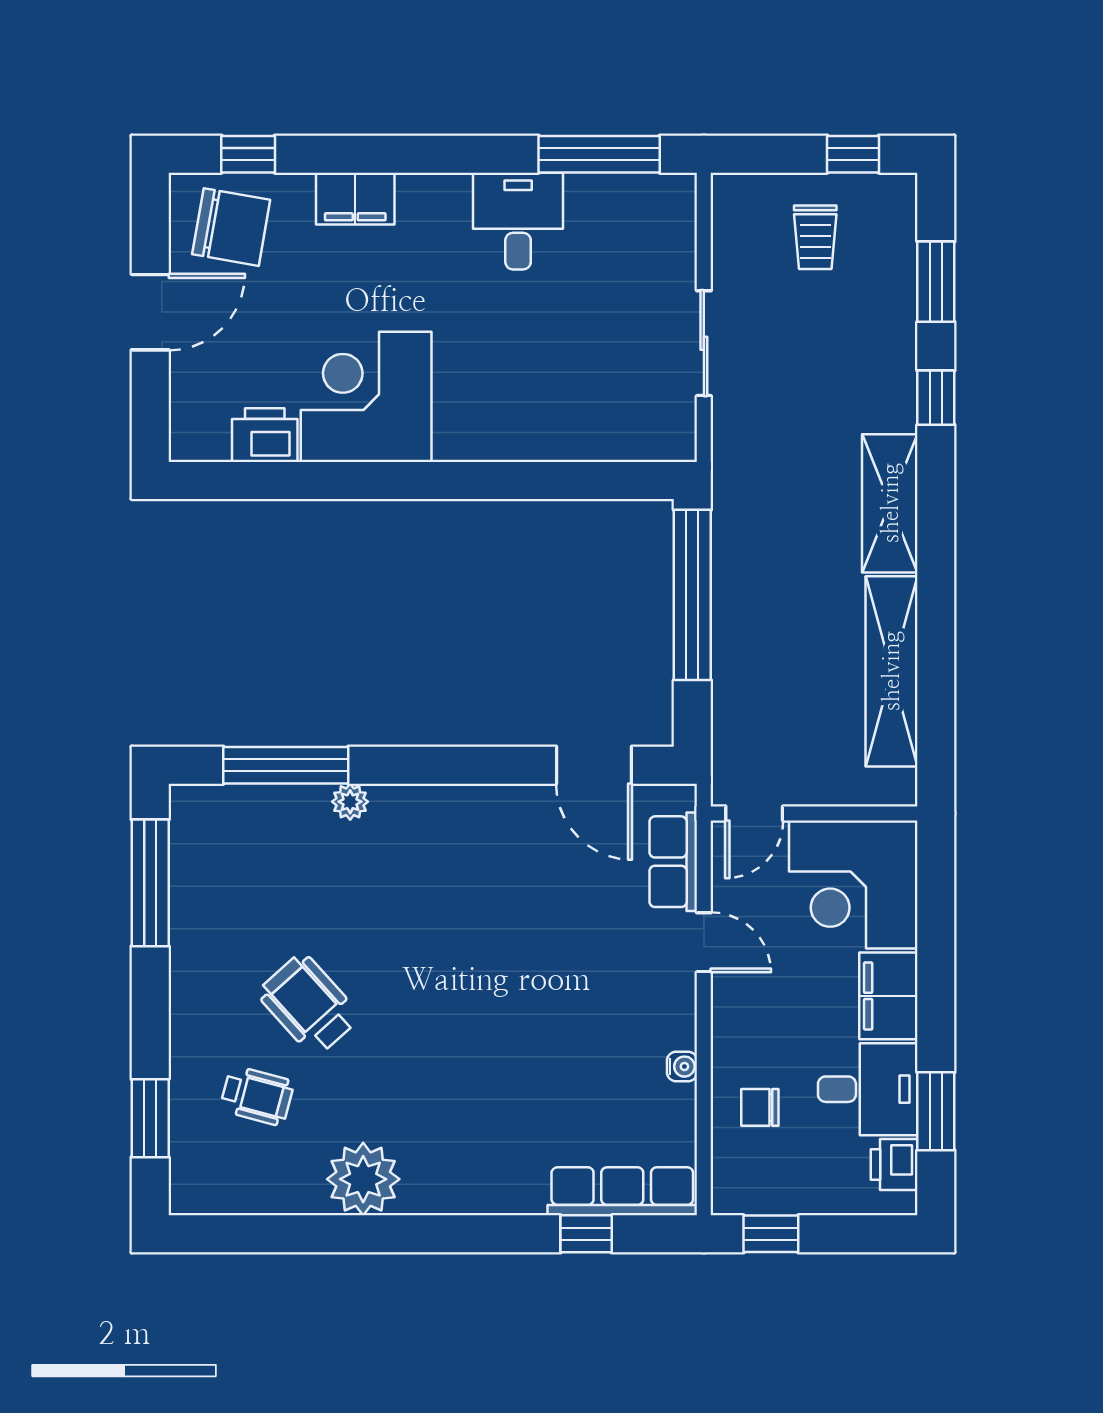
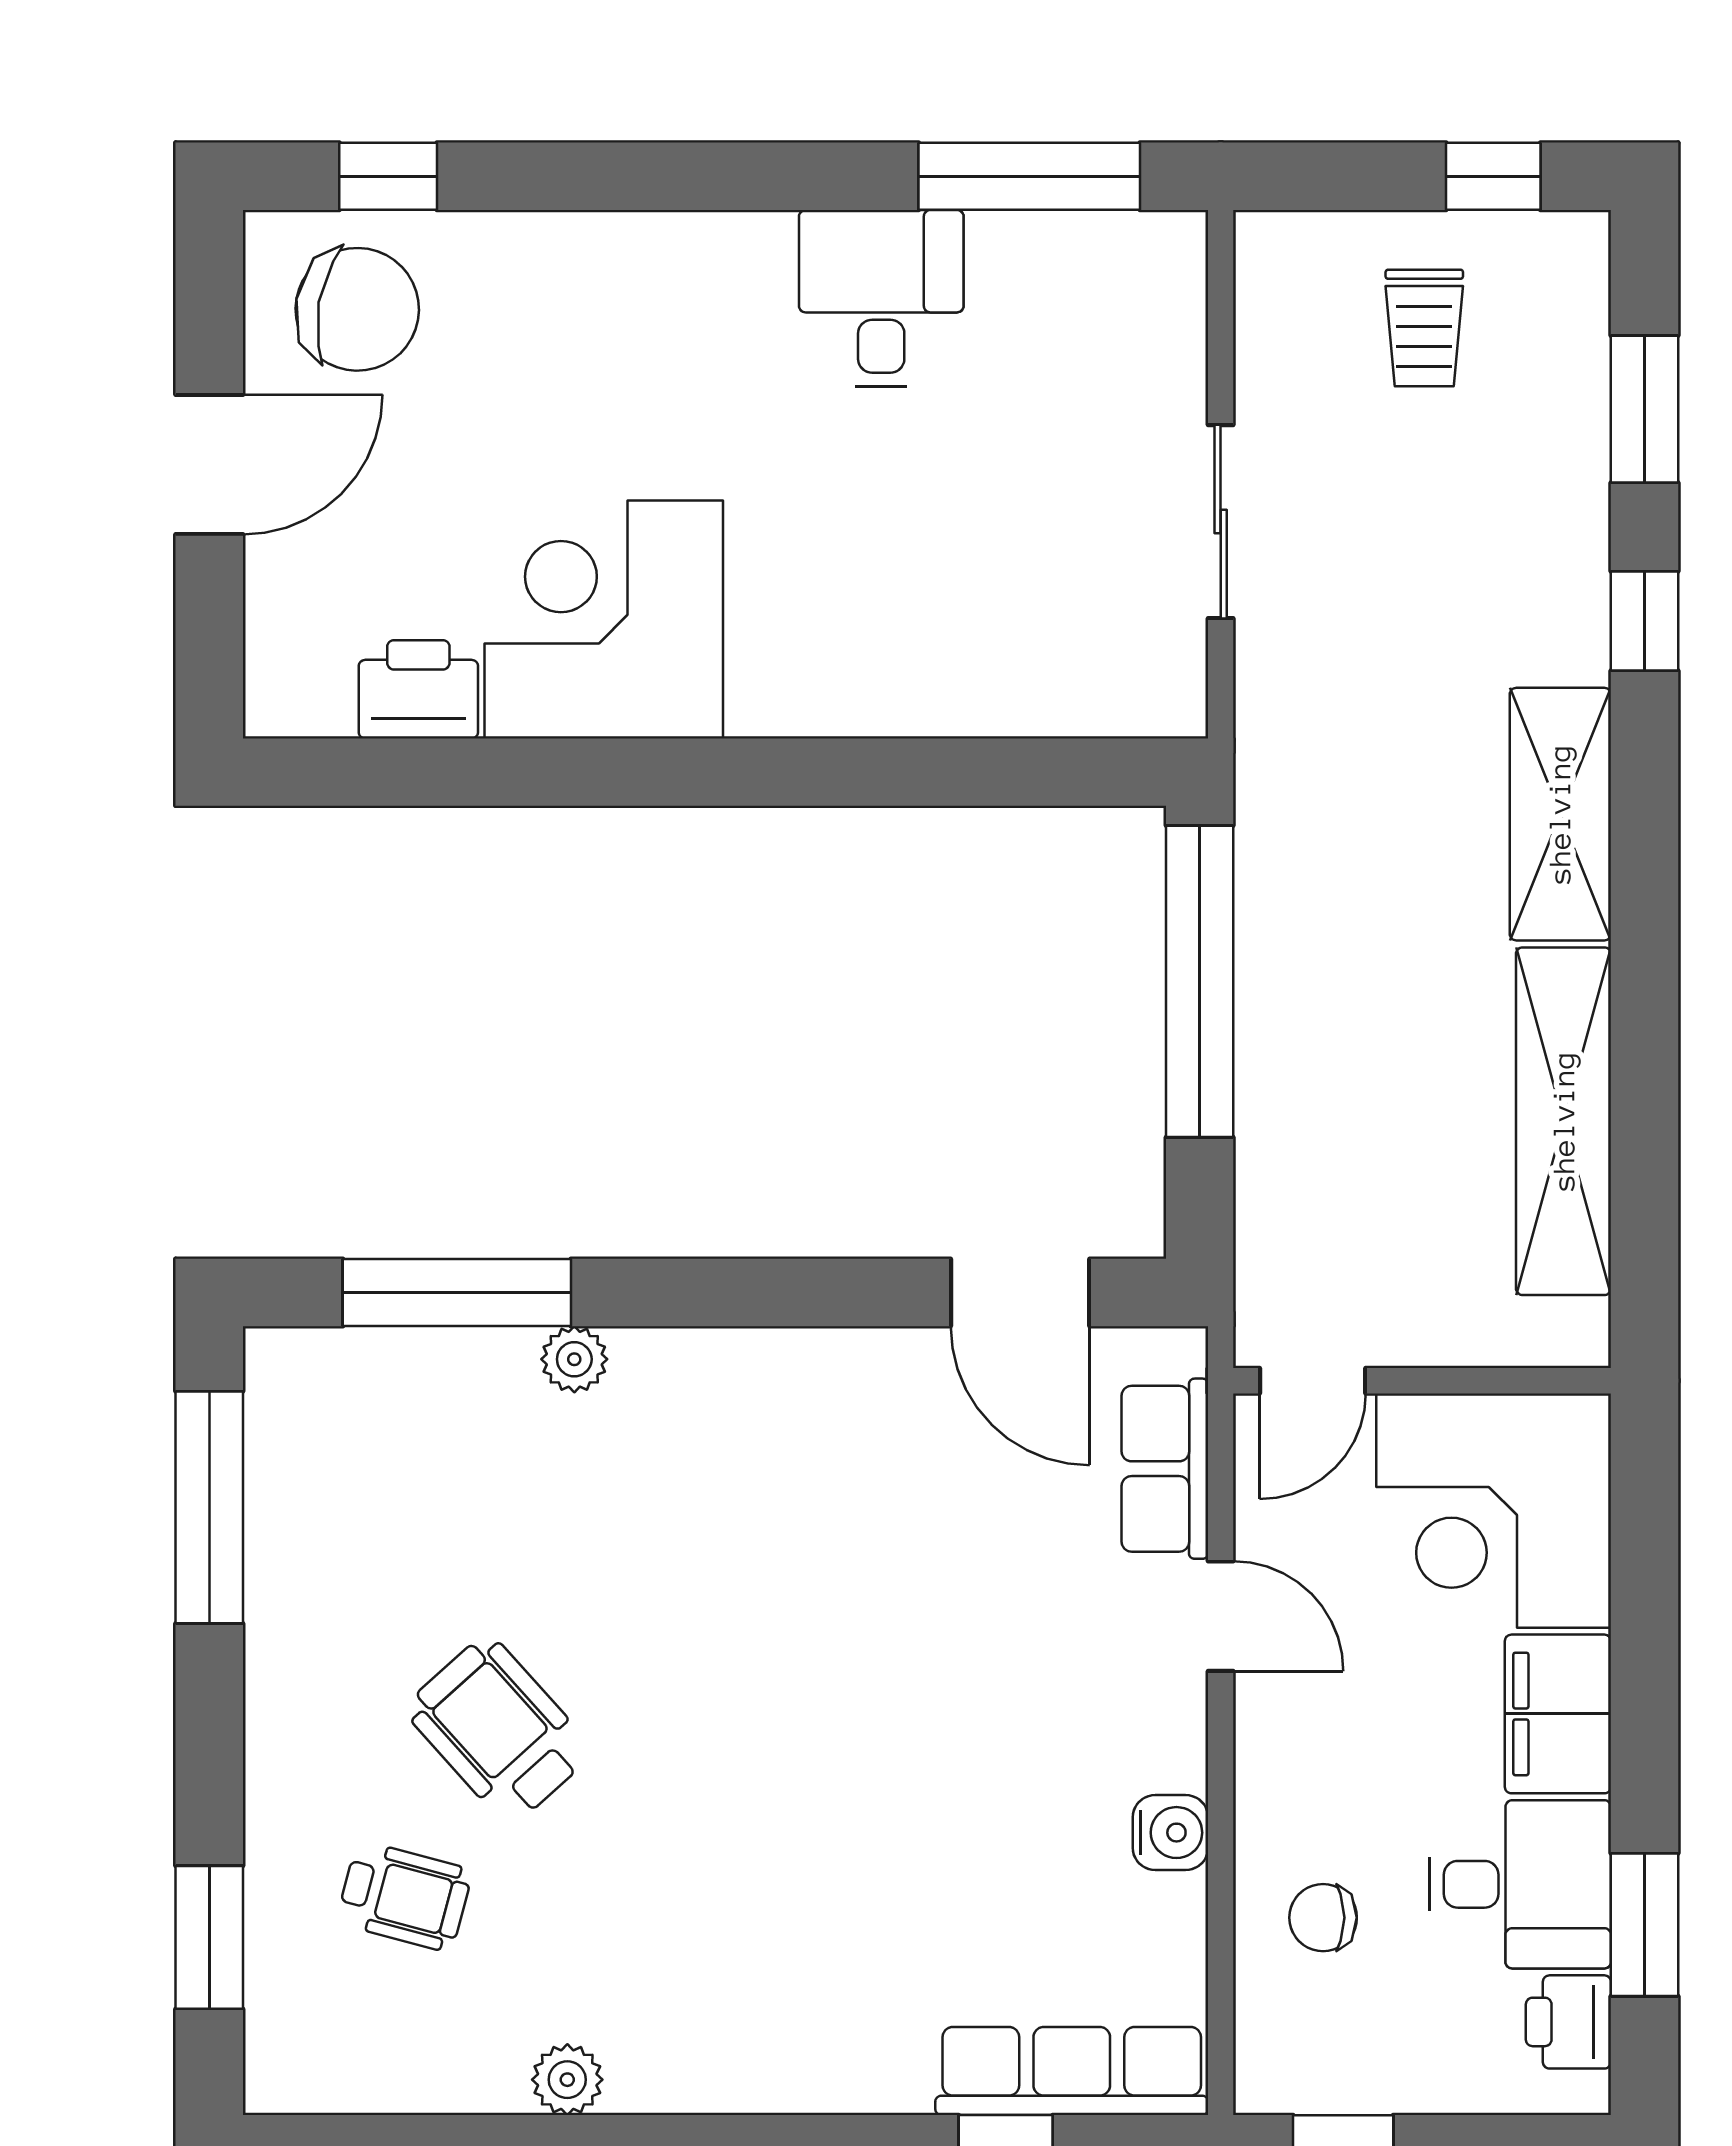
filing cabinet: (355, 199) -> (584, 257), removed
water cooler: (682, 1067) -> (1170, 1833), width x1.38, depth x1.38
plant: (363, 1179) -> (567, 2080), width x0.53, depth x0.53

